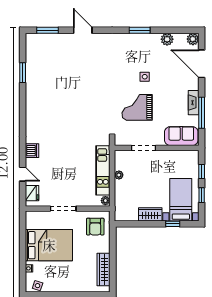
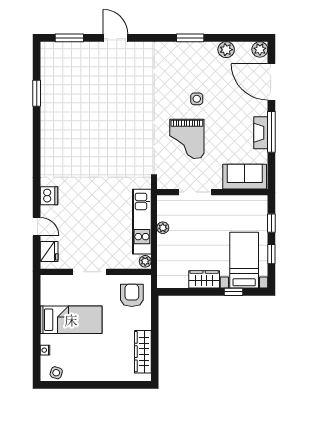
grand piano: (137, 107) -> (187, 139), turned -90
window: (202, 113) -> (271, 132), moved
armchair: (95, 227) -> (132, 295), turned 180
bed: (49, 245) -> (71, 320), width x0.67

